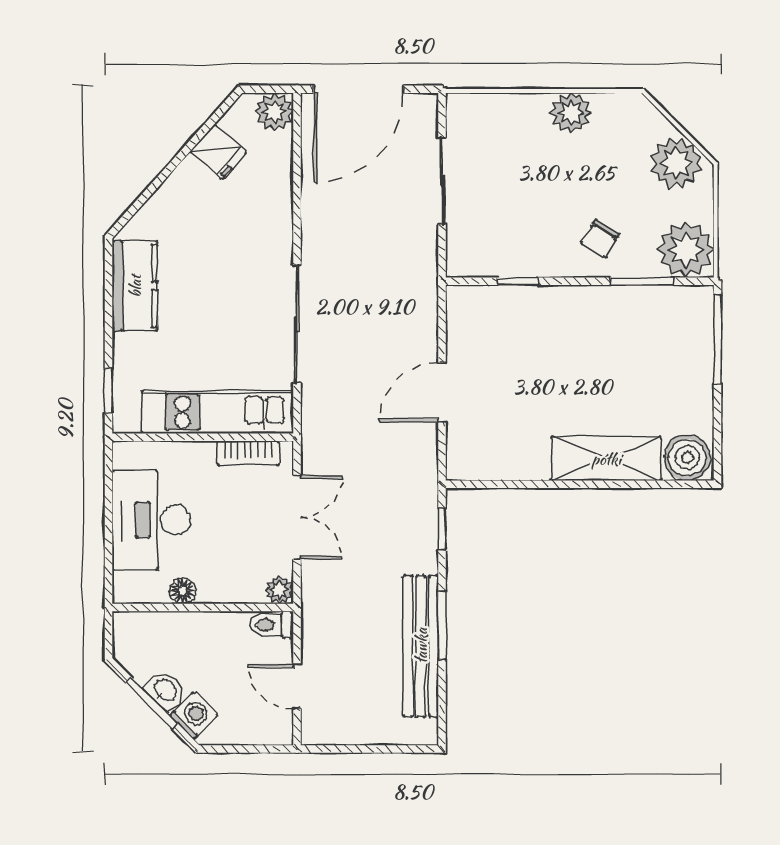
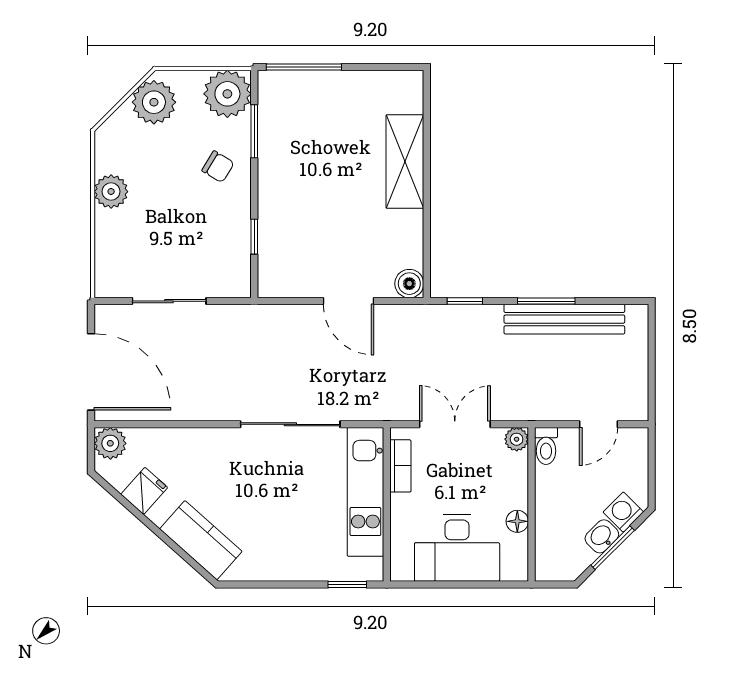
kitchen counter: (135, 286) -> (201, 540), moved, turned 42
boiler: (687, 458) -> (409, 284), moved, width x0.73, depth x0.73

